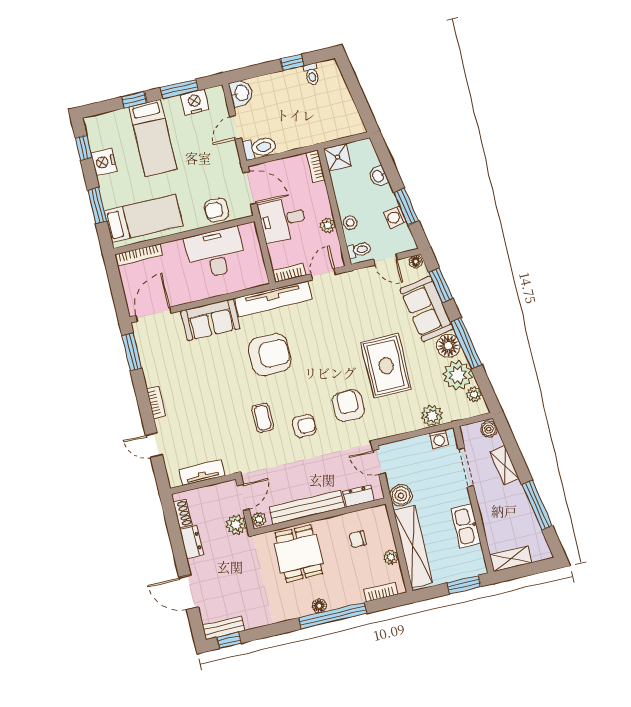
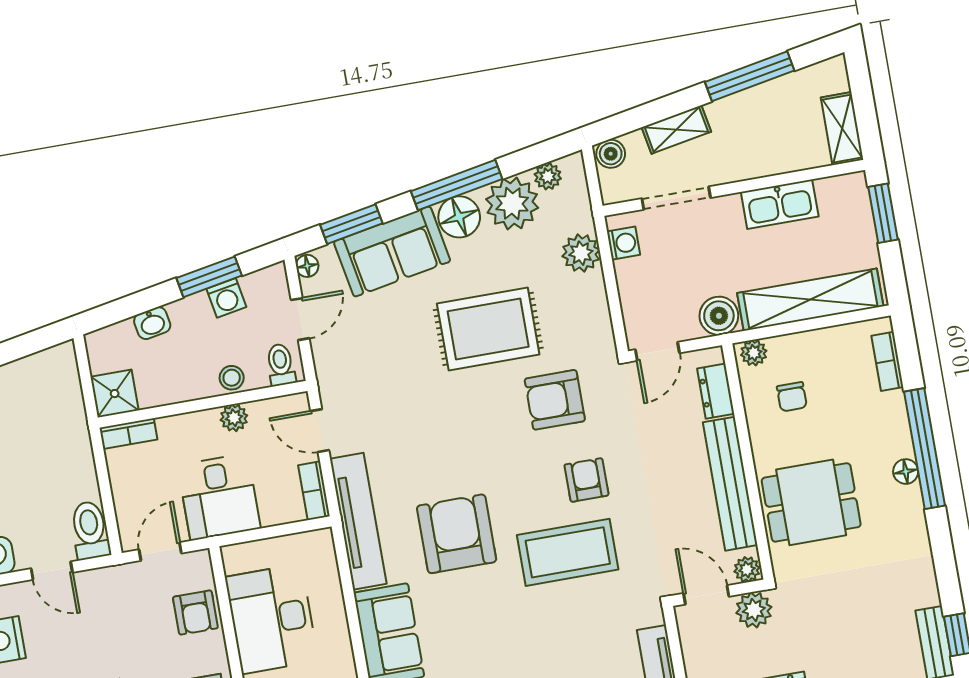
door: (250, 188) -> (160, 551), width x0.73
coffee table: (263, 418) -> (568, 552), width x1.86, depth x1.72
plant: (391, 557) -> (754, 353), moved

